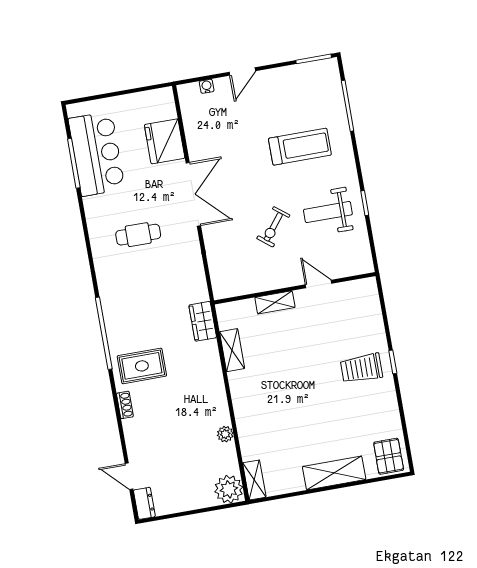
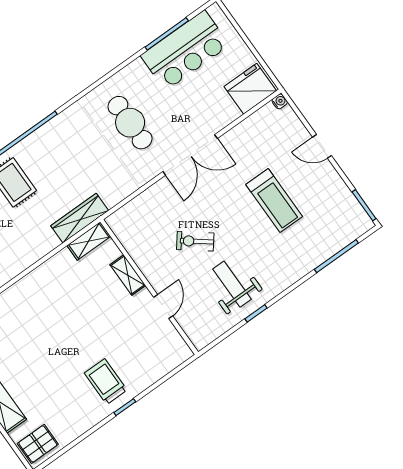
water cooler: (207, 86) -> (280, 101), moved
fridge: (165, 141) -> (250, 89), moved
treadmill: (300, 147) -> (274, 201), moved
cafe table: (138, 235) -> (130, 123), width x1.37, depth x1.35
wardrobe: (203, 321) -> (80, 218), width x1.50
shelving: (232, 350) -> (89, 241), moved

